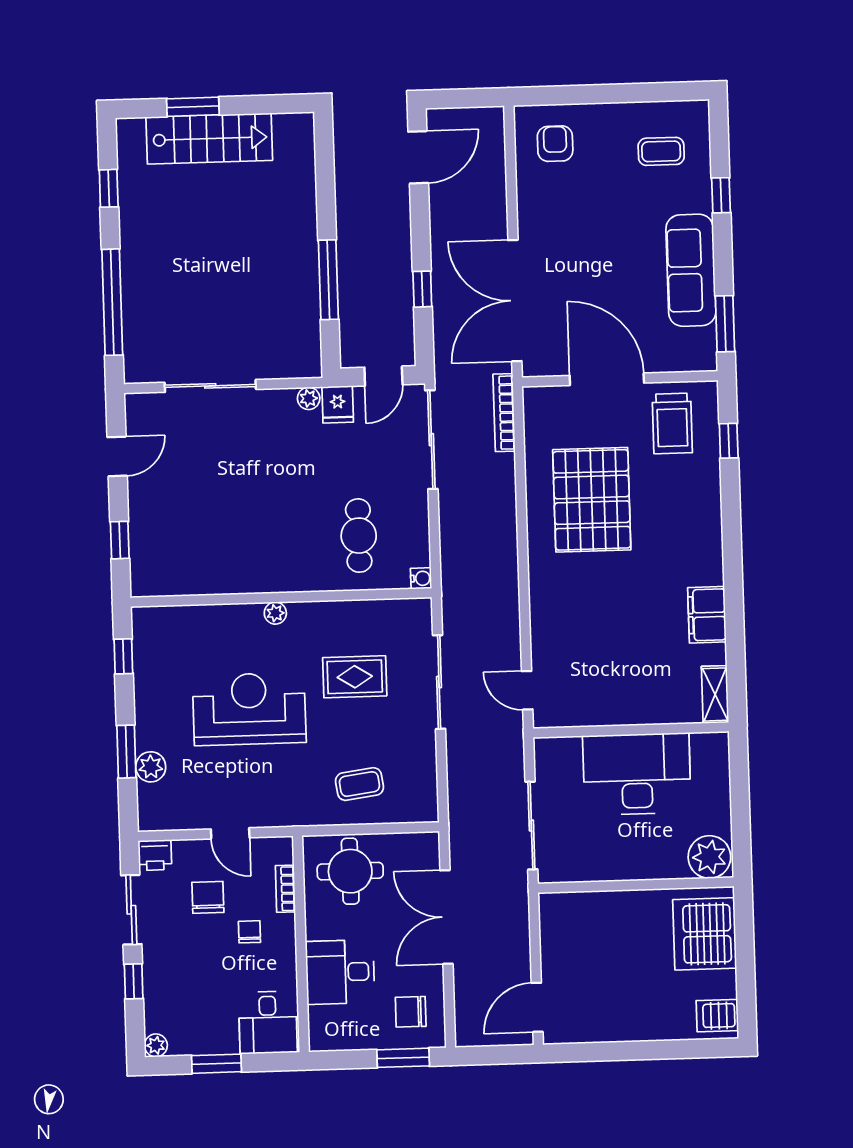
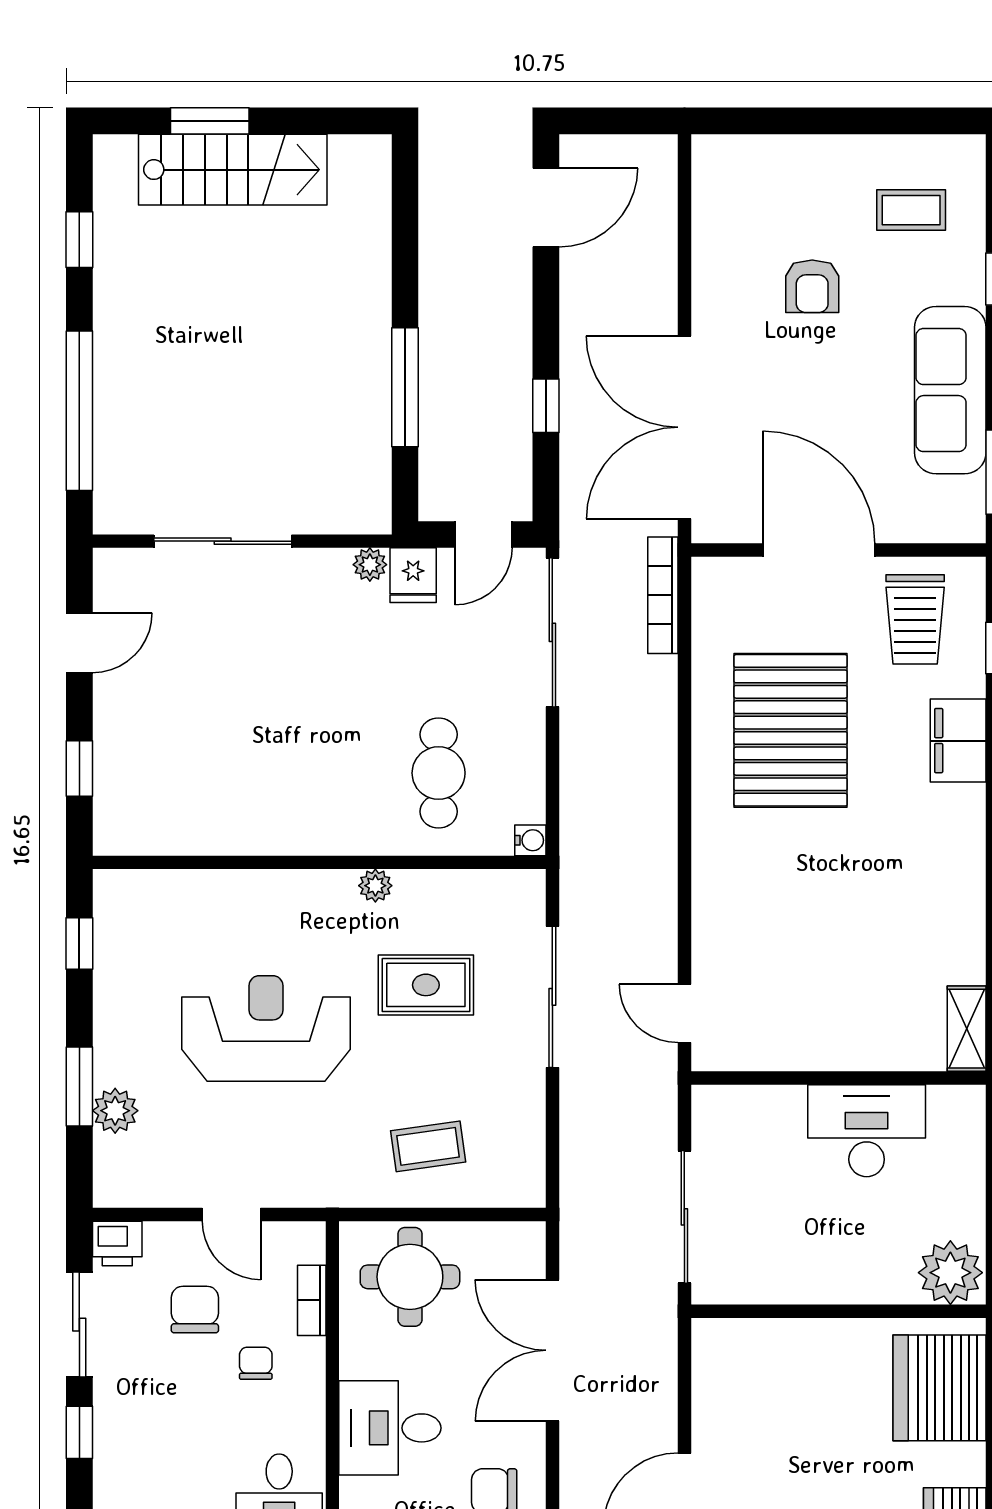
armchair: (555, 144) -> (812, 286), moved, turned 180
plant: (275, 613) -> (375, 886), moved
filing cabinet: (707, 615) -> (958, 741), moved
desk: (637, 774) -> (867, 1131), width x0.73, depth x0.77

